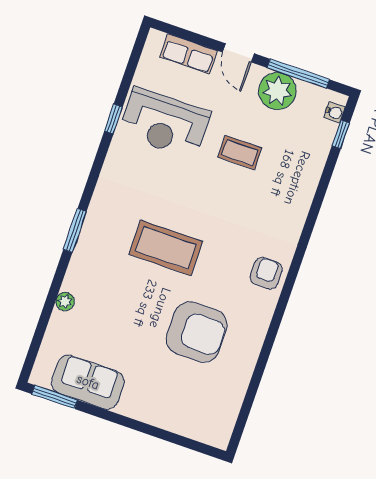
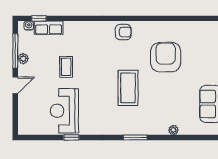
row of seats: (189, 54) -> (49, 28), moved, turned 90
plant: (277, 91) -> (23, 59), width x0.53, depth x0.53
reception desk: (164, 123) -> (64, 111), turned 180
armchair: (266, 273) -> (123, 32), turned 180

